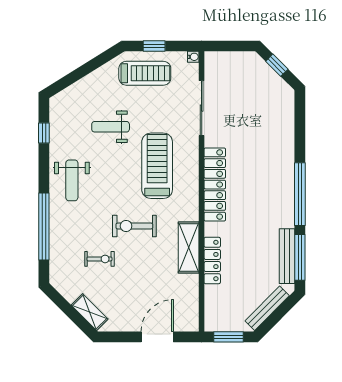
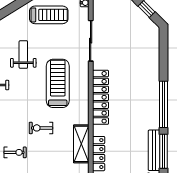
weight bench: (111, 127) -> (23, 54), turned 90
exercise bike: (134, 226) -> (41, 128), width x0.73, depth x0.72

